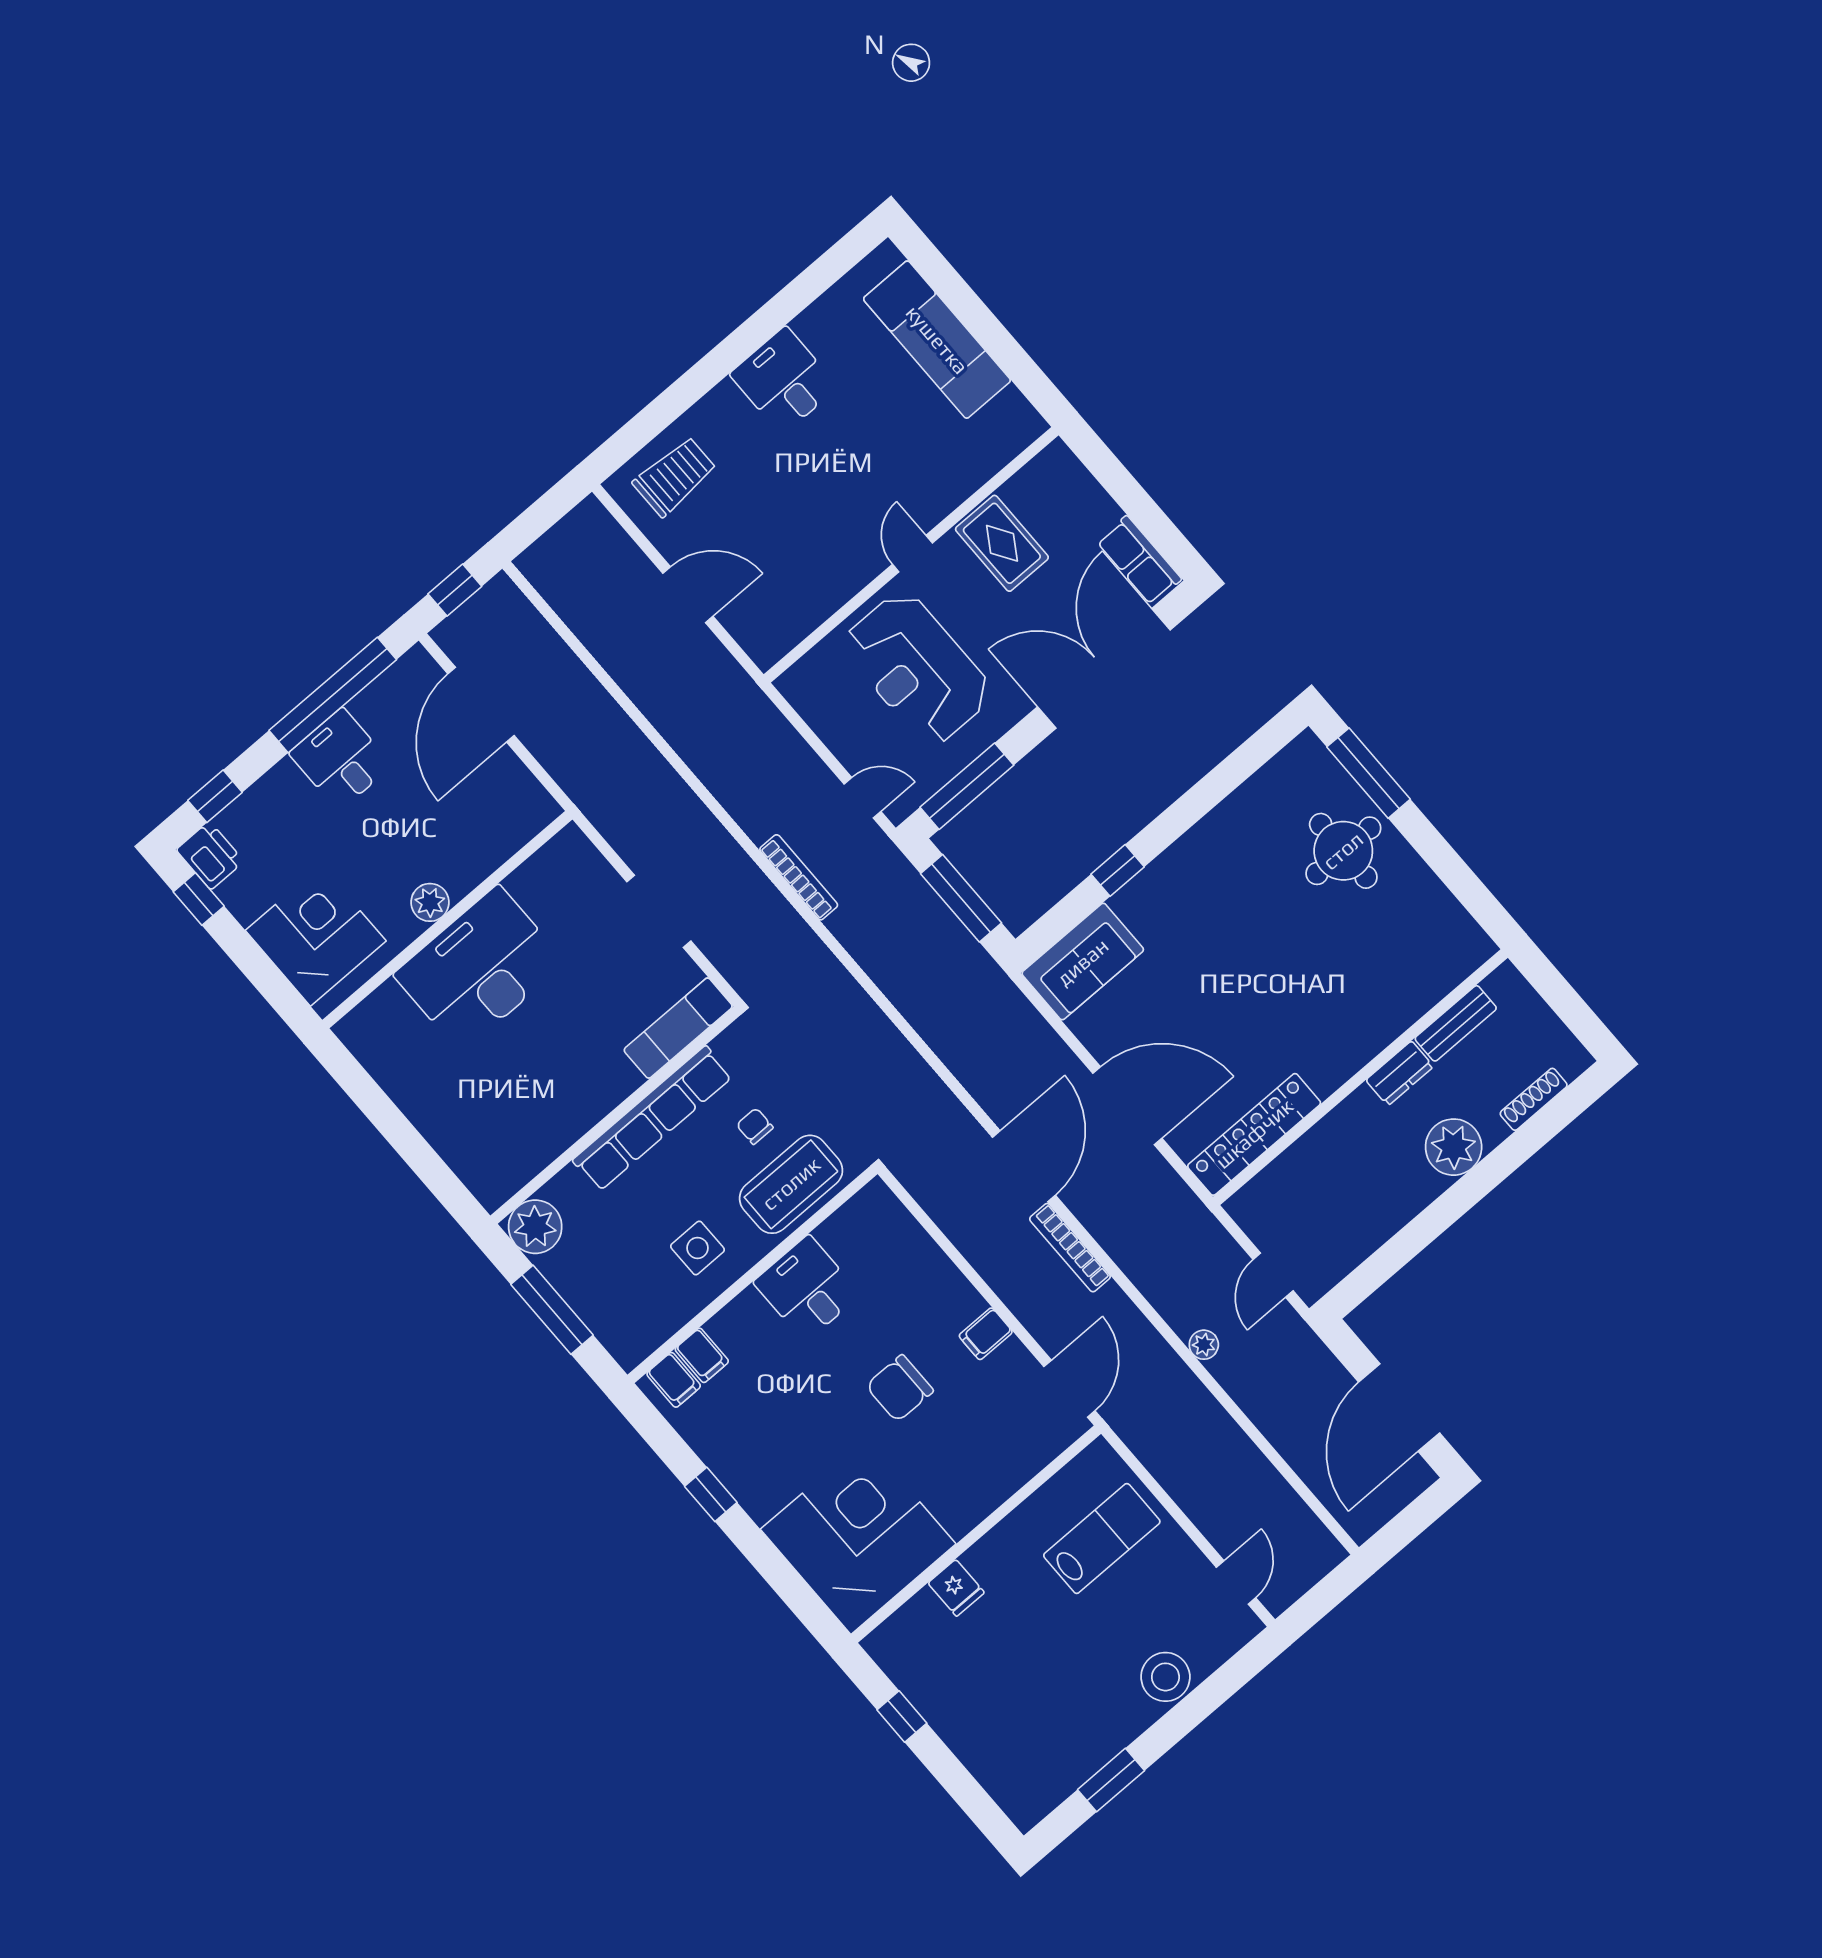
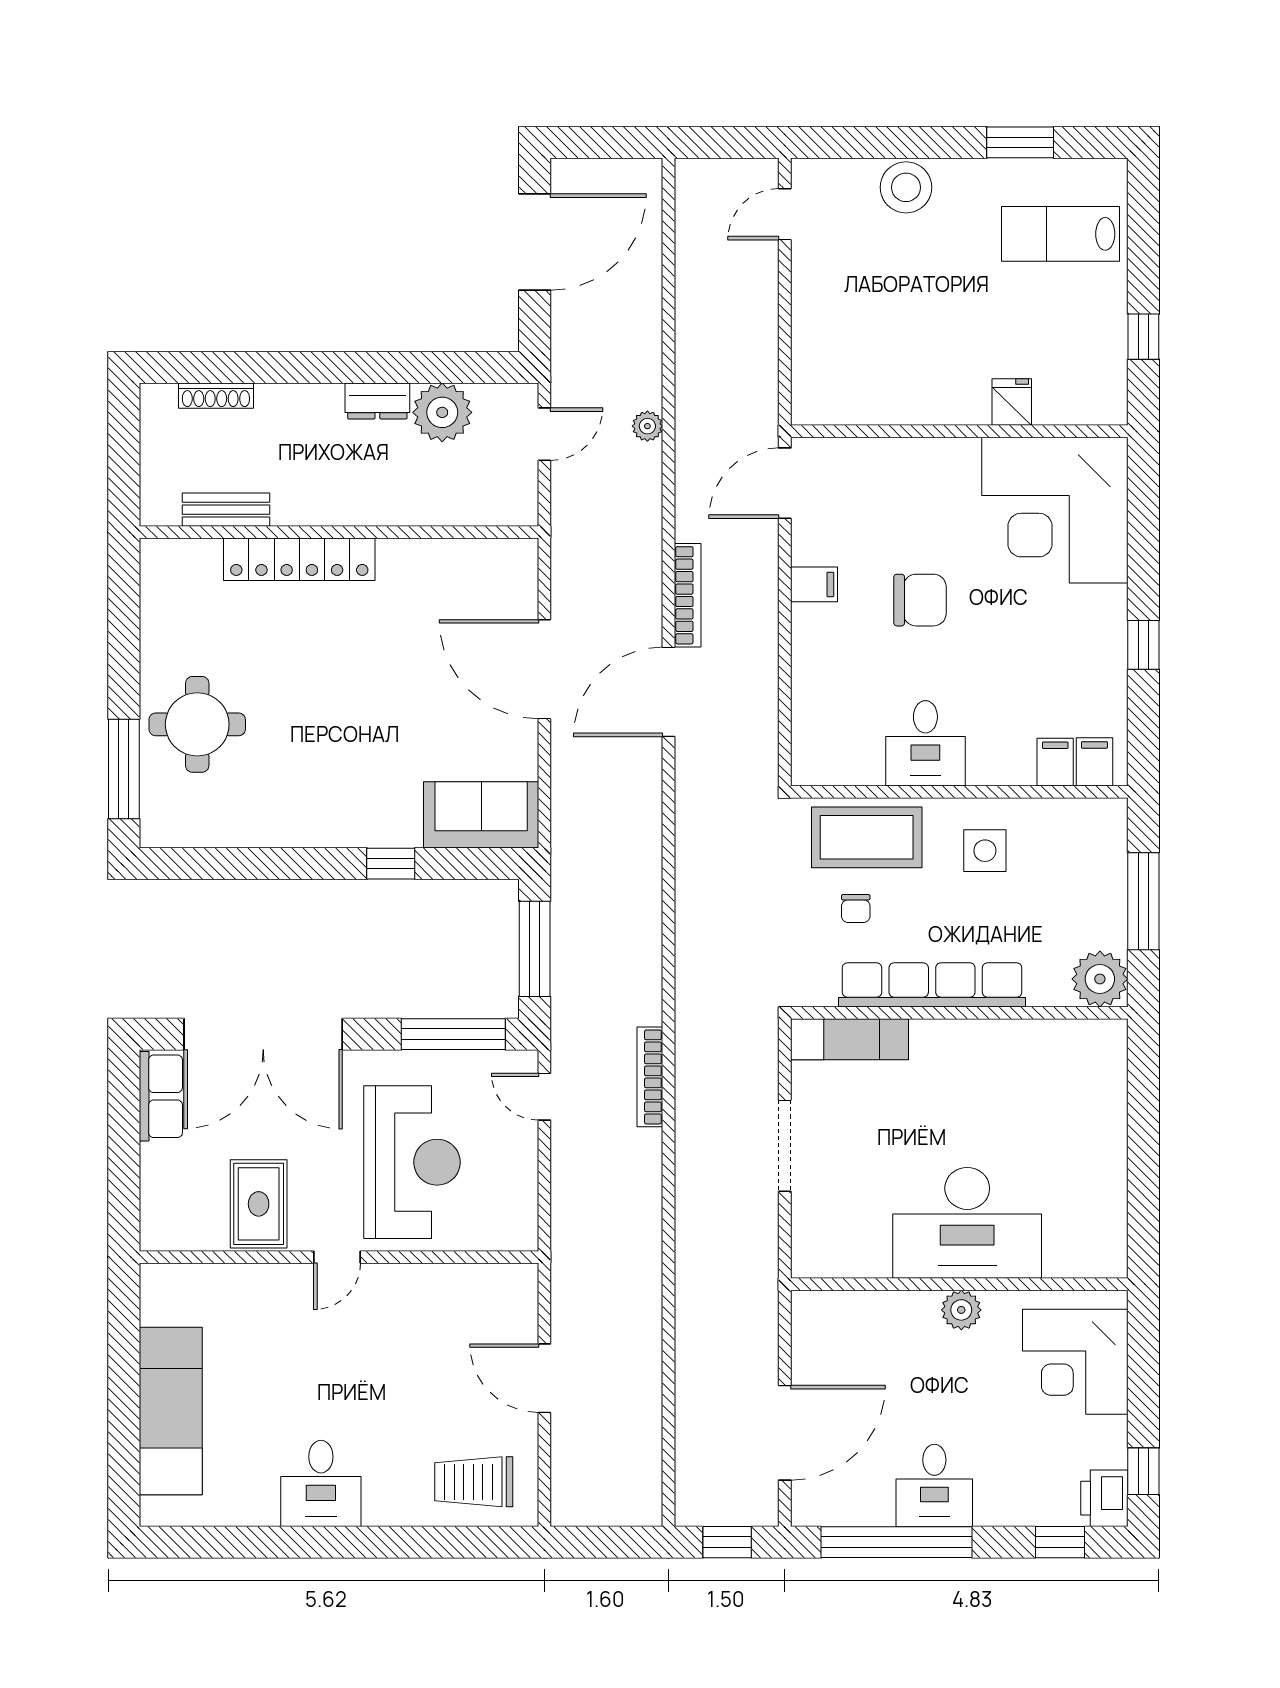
dresser: (1400, 1073) -> (377, 401), moved, turned 180
locker: (1254, 1134) -> (299, 559), moved
plant: (1454, 1147) -> (442, 412), moved
lab bench: (1102, 1539) -> (1060, 234), moved

